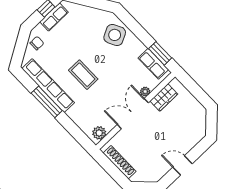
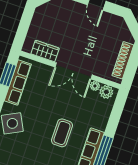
row of seats: (153, 64) -> (18, 82), width x1.48
plant: (145, 91) -> (95, 86), moved

